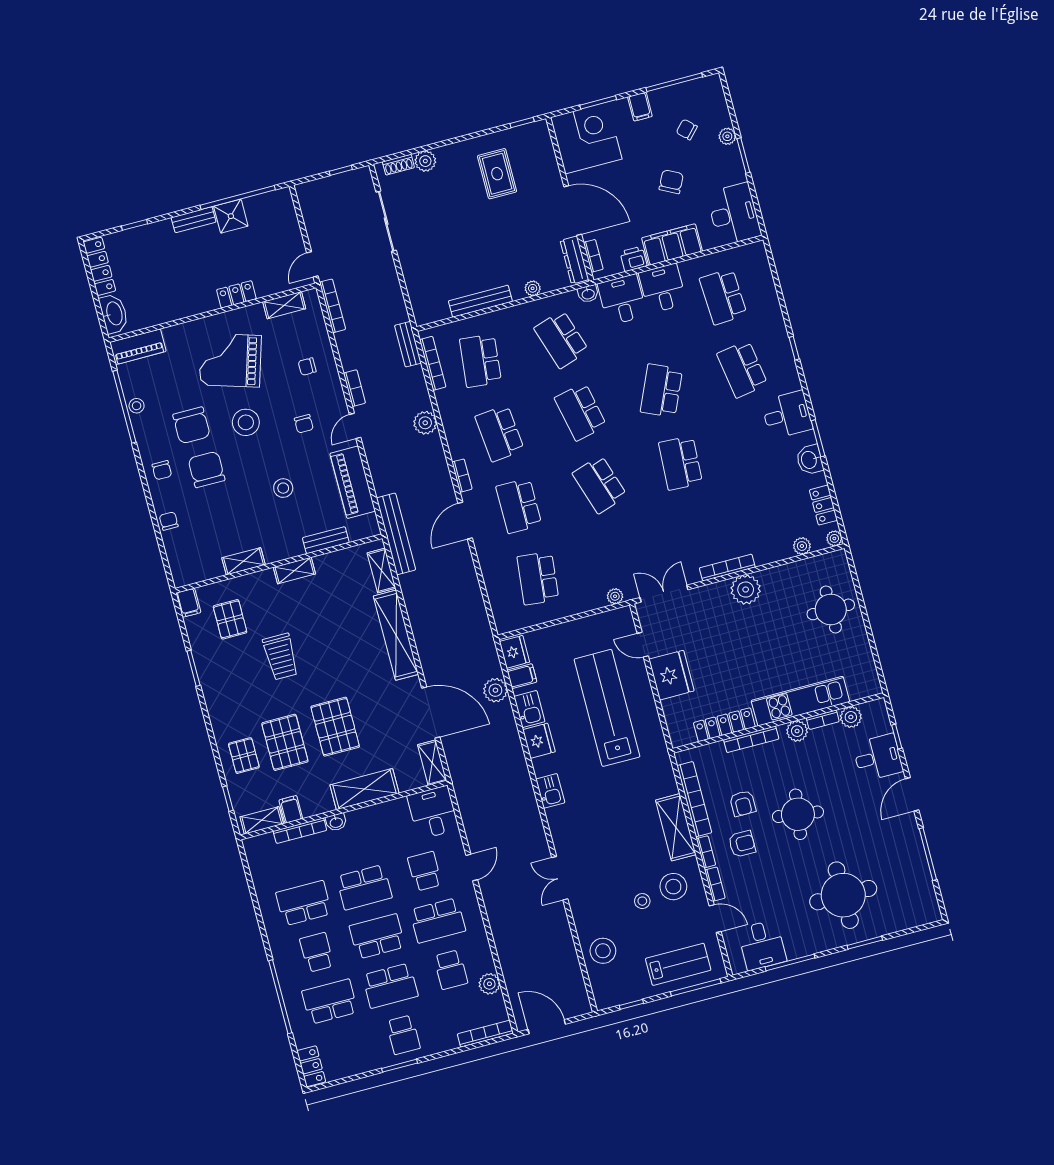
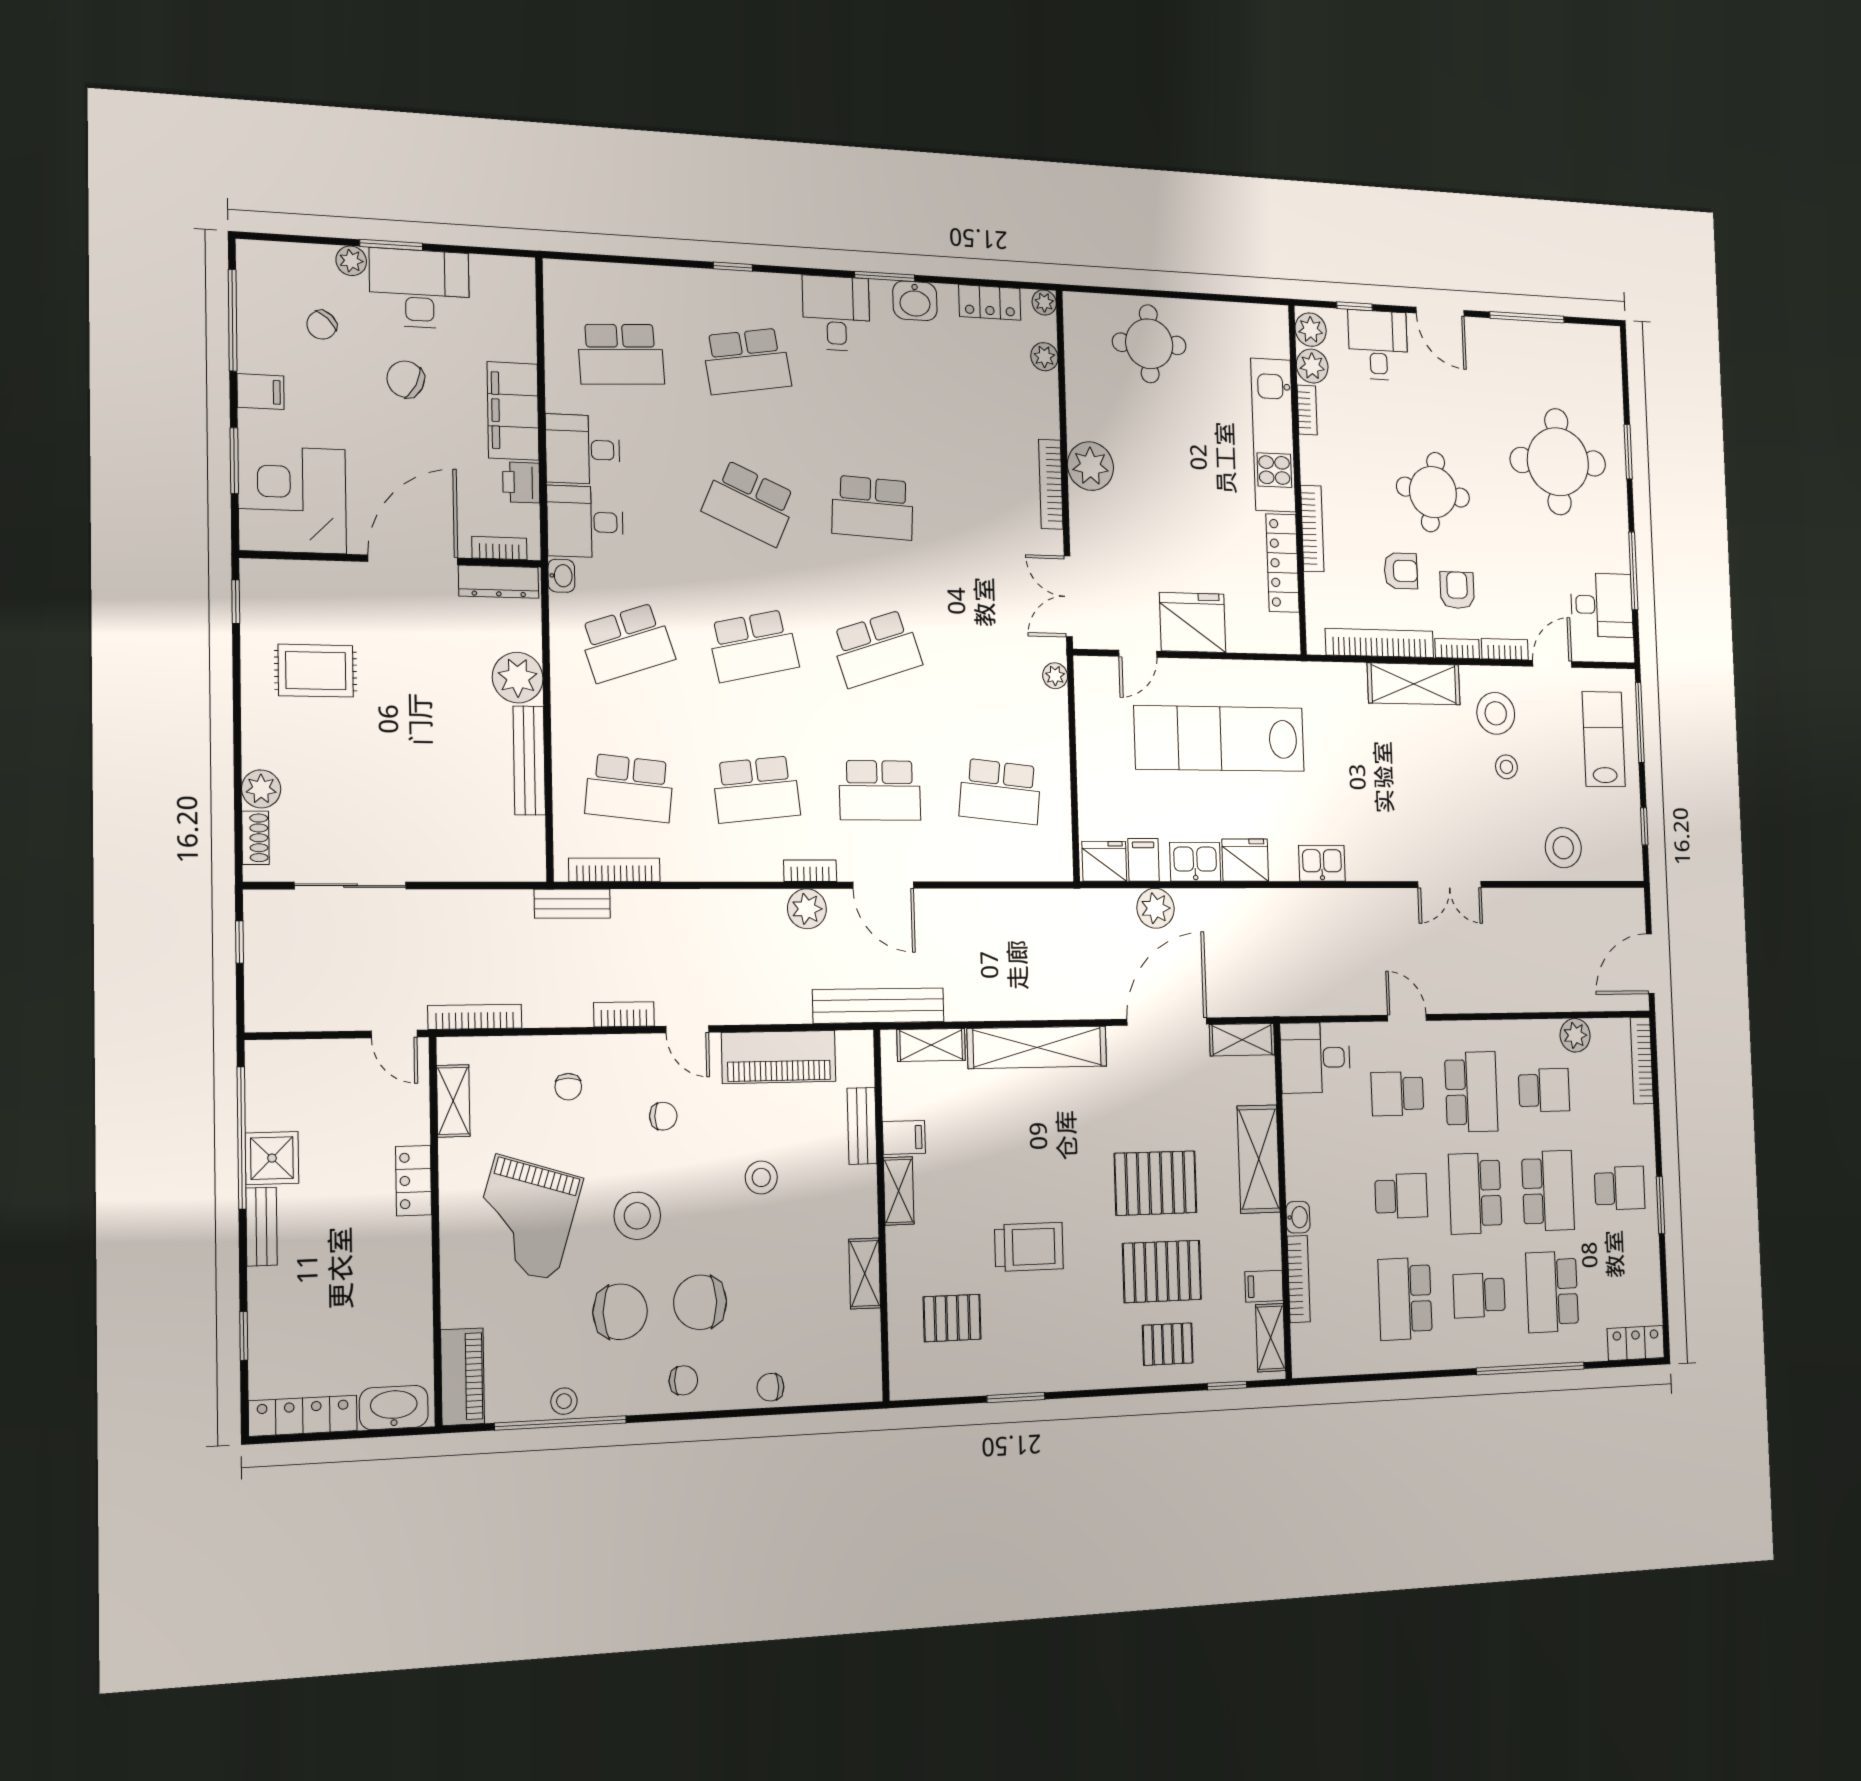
desk: (734, 214) -> (419, 289), moved
plant: (533, 288) -> (518, 678), width x1.88, depth x1.88
plant: (425, 423) -> (807, 909), moved
filing cabinet: (188, 603) -> (904, 1137), moved
plant: (797, 731) -> (1311, 330), moved
school desk: (364, 887) -> (1401, 1196), width x0.54

